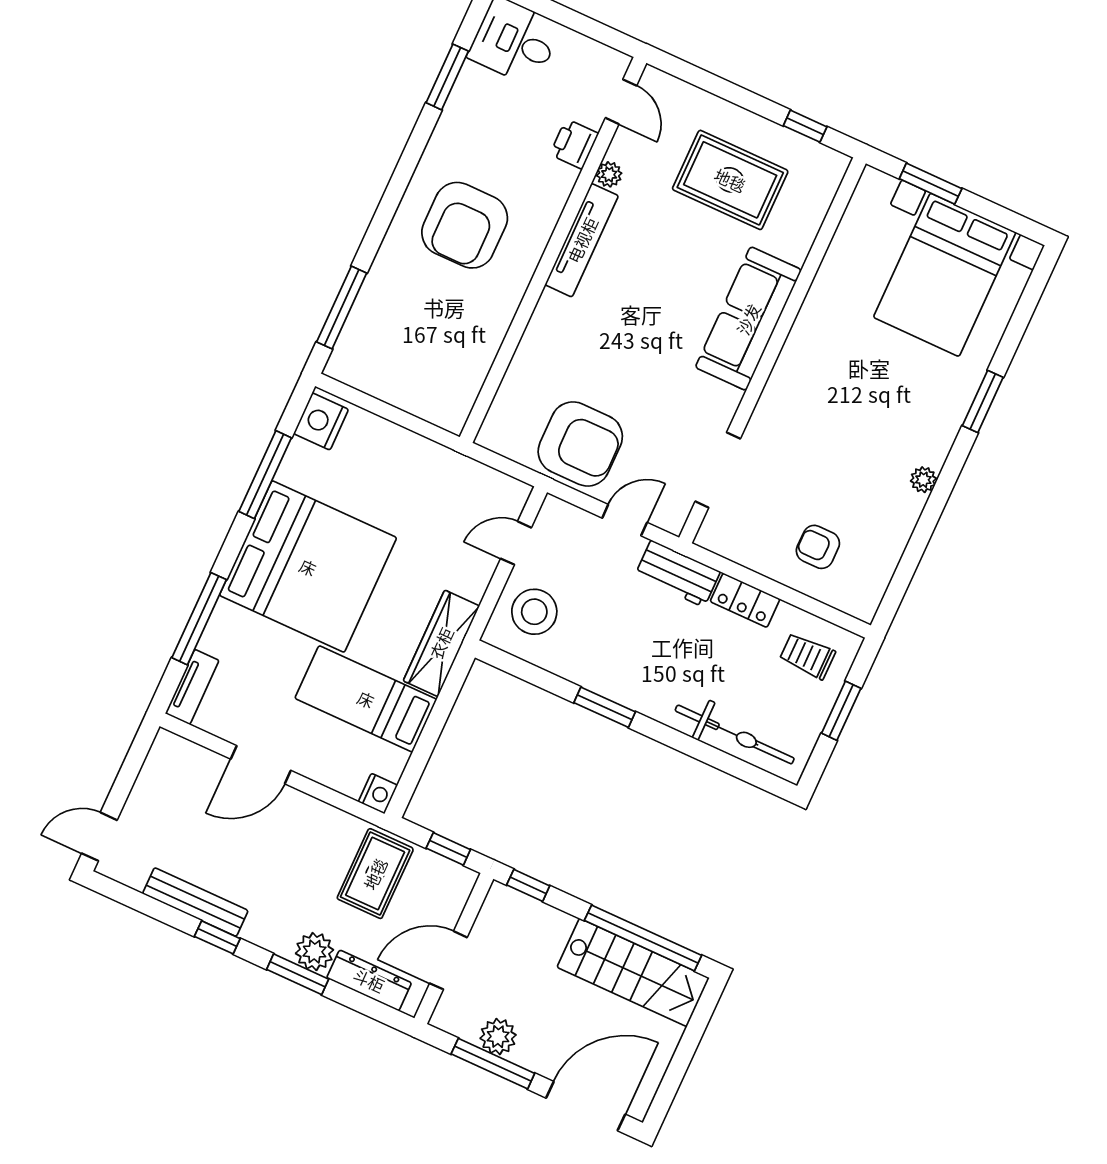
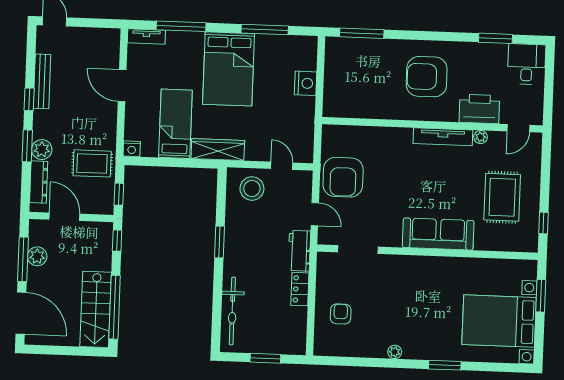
printer: (574, 144) -> (479, 109), width x1.87, depth x1.48
nightstand: (321, 421) -> (306, 83), moved, turned 90
bed: (308, 567) -> (228, 69), width x0.73
trolley: (807, 656) -> (285, 331), removed

